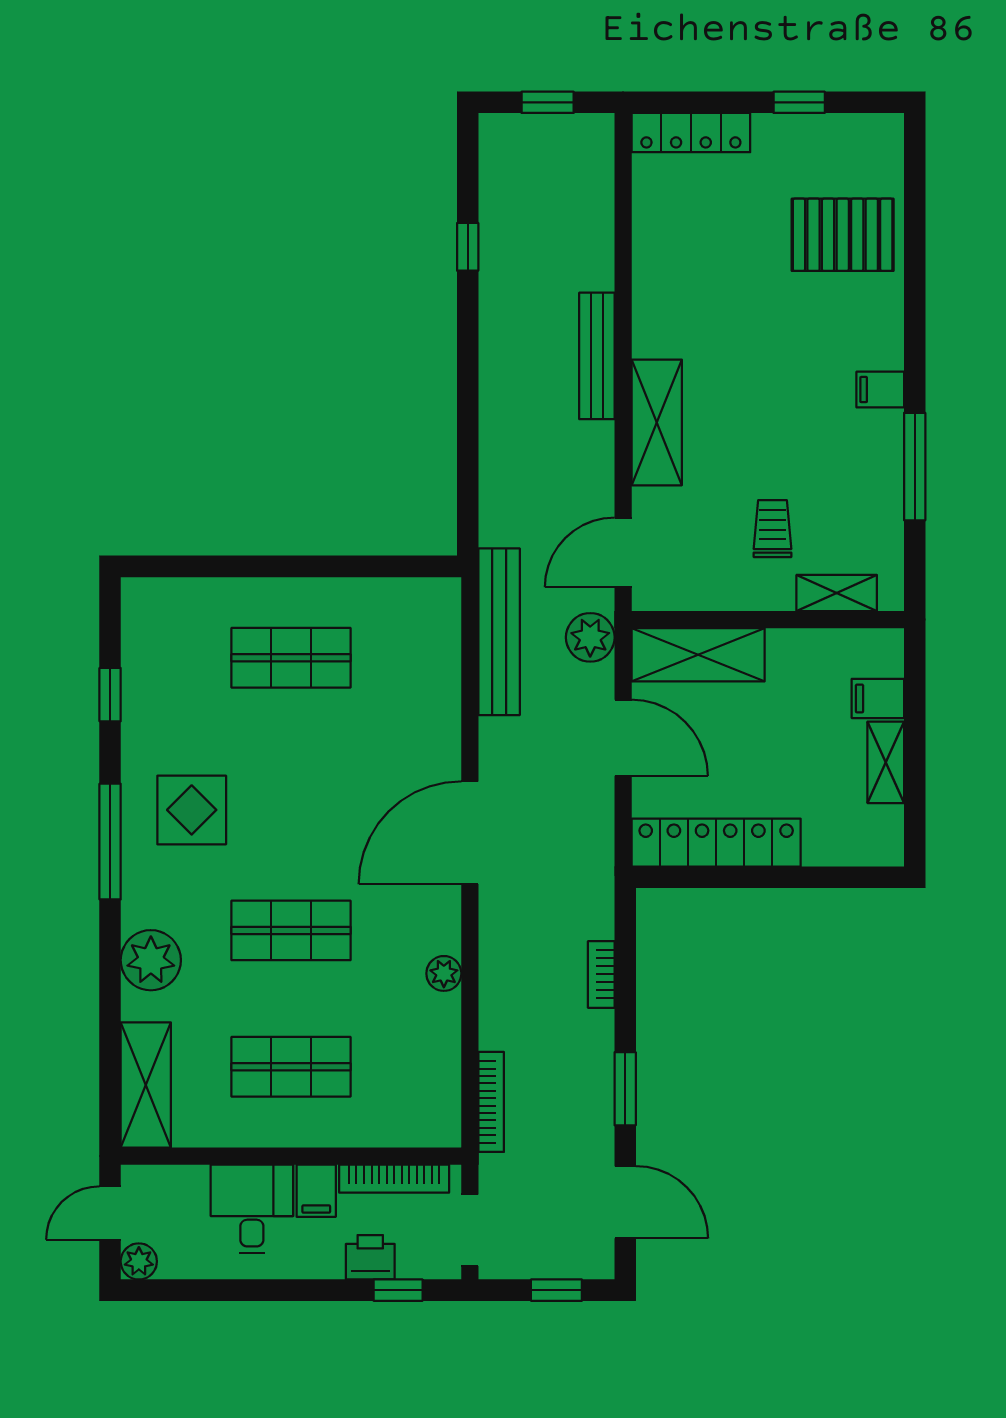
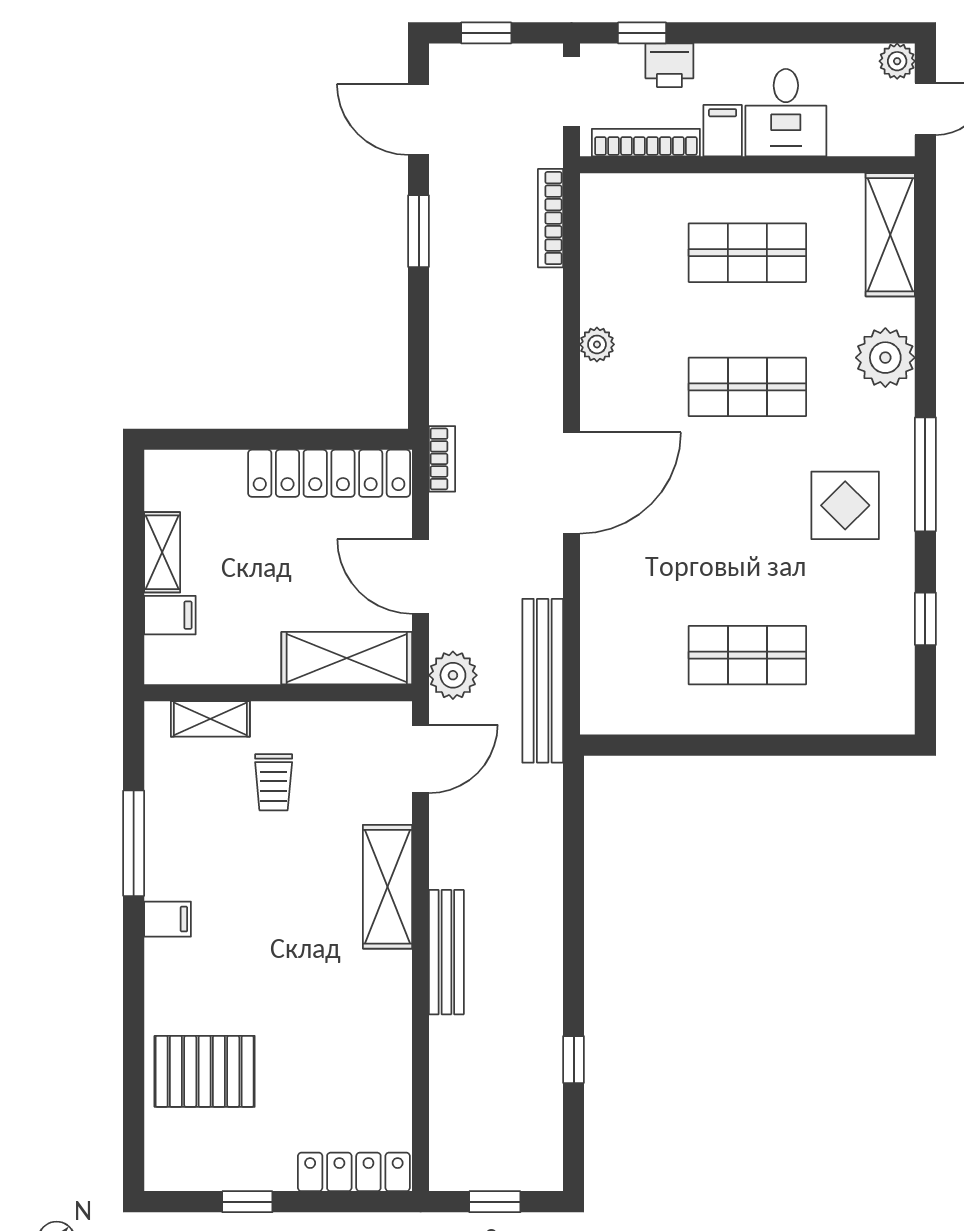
bookcase: (601, 974) -> (442, 459), moved

